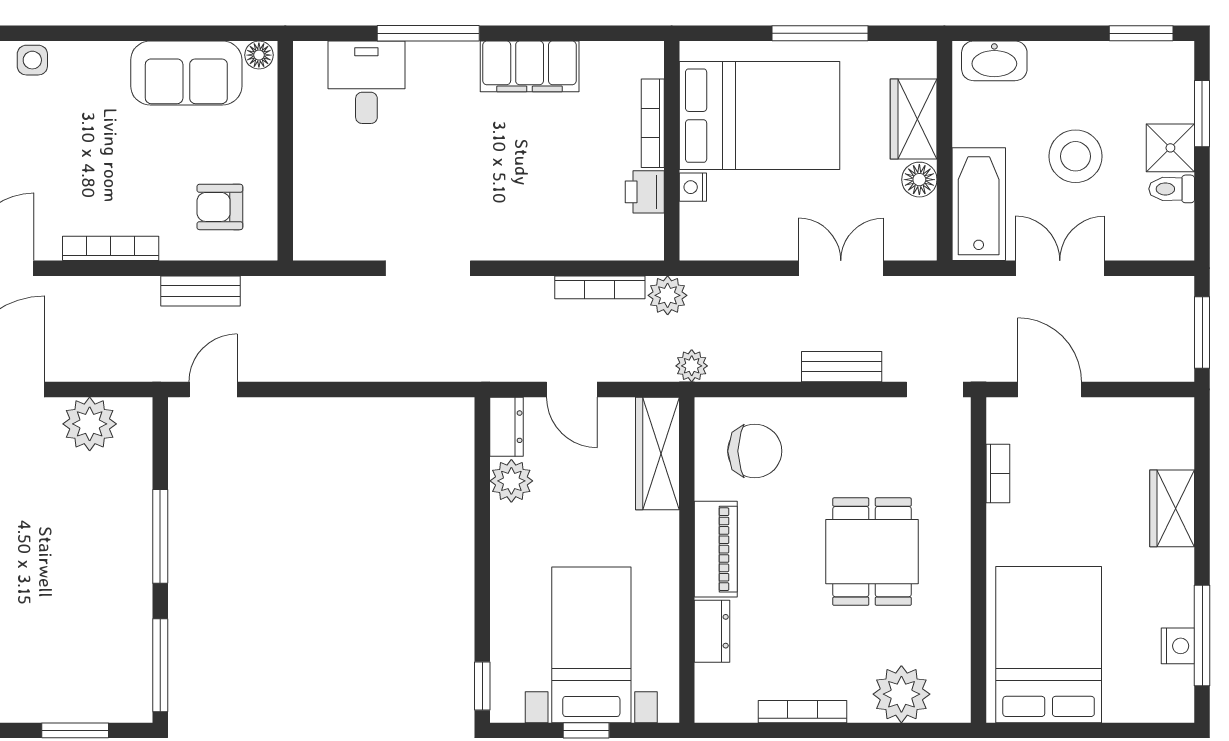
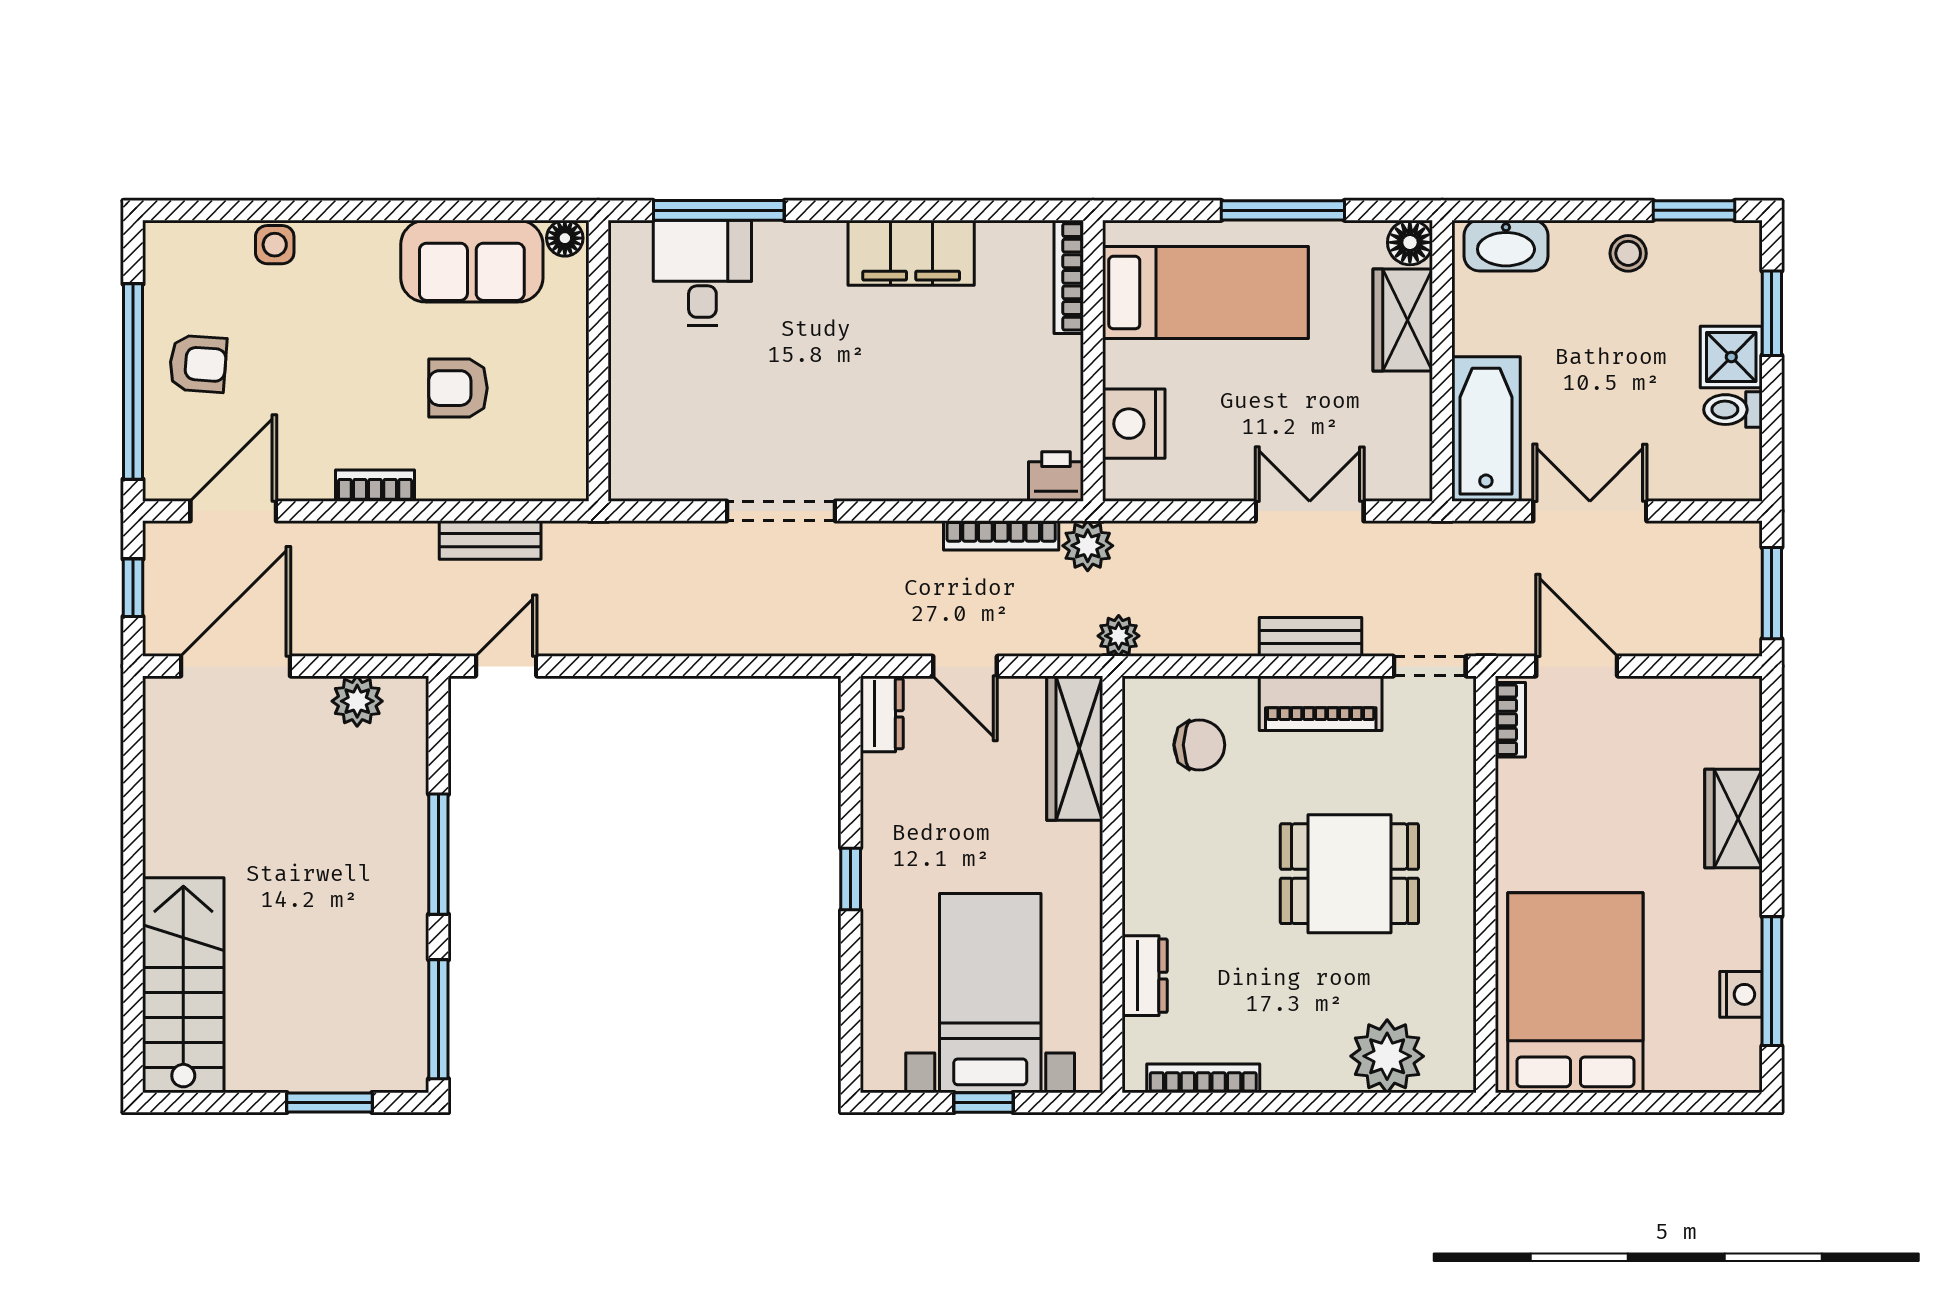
window: (428, 33) -> (719, 210), moved
bed: (759, 116) -> (1205, 293), width x0.67
bookcase: (653, 123) -> (1069, 277), moved
stool: (1075, 156) -> (1628, 253), moved, width x0.53, depth x0.53
floor lamp: (919, 180) -> (1410, 242), moved
nightstand: (693, 187) -> (1134, 424), width x1.89, depth x1.79
printer: (645, 192) -> (1056, 476), moved, turned 90
armchair: (220, 207) -> (458, 388), moved
bookcase: (111, 248) -> (375, 486), width x0.64
plant: (90, 424) -> (357, 701), width x0.73, depth x0.73
chair: (755, 451) -> (1199, 745), width x0.73, depth x0.73
bookcase: (998, 473) -> (1510, 720), moved
plant: (511, 481) -> (888, 783), removed
piano: (716, 549) -> (1321, 703), moved, turned 90
dining table: (872, 552) -> (1349, 874), turned 90
window: (482, 686) -> (851, 879), moved
bookcase: (803, 712) -> (1203, 1078), moved

